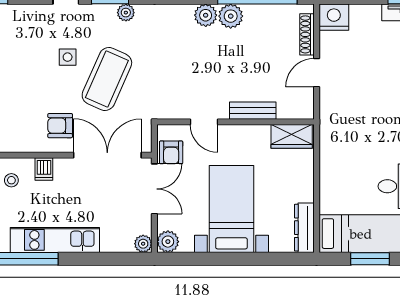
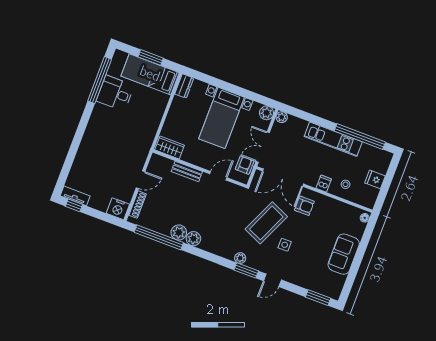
door: (204, 122) -> (218, 176), hinge flipped
dresser: (304, 228) -> (184, 86), width x0.70

